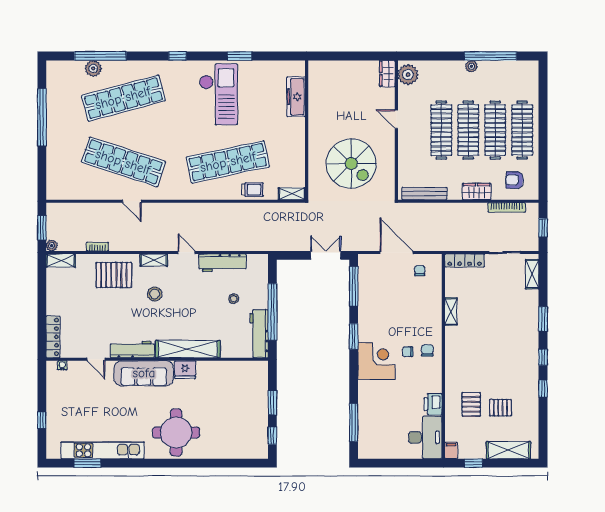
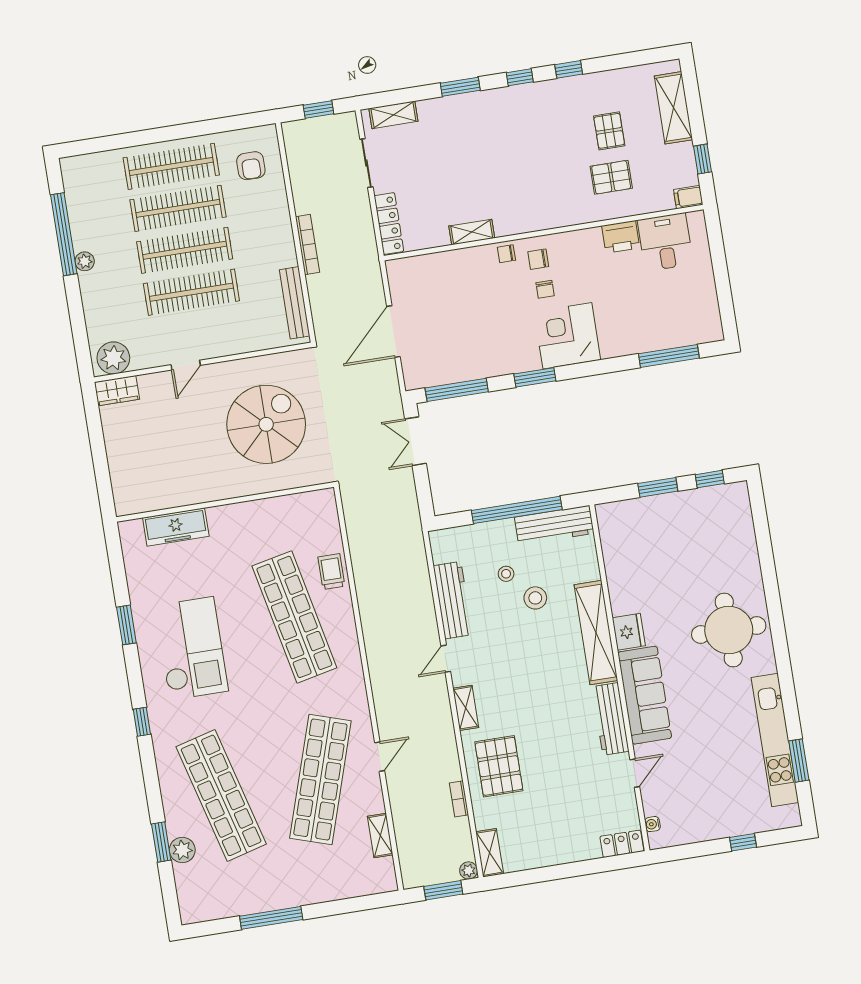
window: (100, 56) -> (161, 842), width x0.47
checkout: (218, 94) -> (191, 648), turned 90
window: (42, 117) -> (271, 918), width x0.68
wardrobe: (477, 192) -> (278, 222), removed
shelving: (292, 194) -> (380, 836), moved
bookcase: (507, 207) -> (307, 245), moved
chair: (420, 271) -> (506, 254), moved
stool: (155, 294) -> (535, 598), moved
locker: (53, 337) -> (622, 844), width x0.66
desk: (425, 437) -> (665, 242), width x0.73

